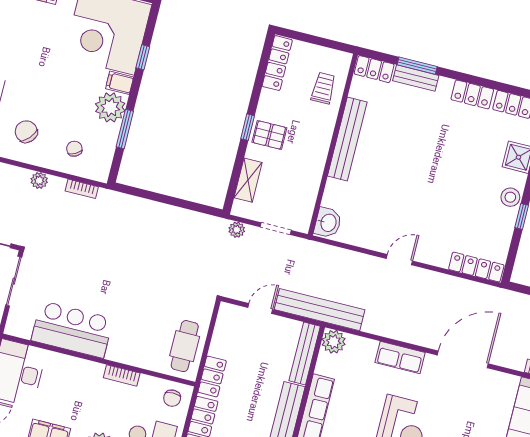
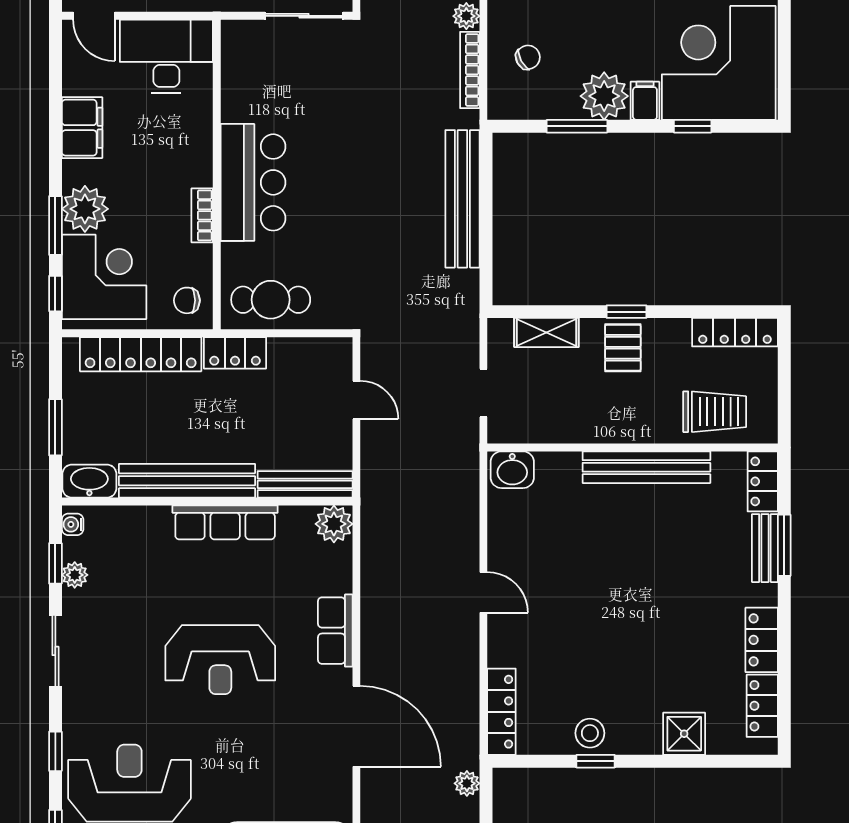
trolley: (323, 88) -> (715, 412), width x1.36, depth x1.39
bookcase: (82, 189) -> (470, 70), width x1.56
stool: (510, 197) -> (590, 733), moved
plant: (237, 230) -> (467, 783), moved
bench: (320, 310) -> (462, 199), moved
bar counter: (72, 329) -> (253, 182), moved

